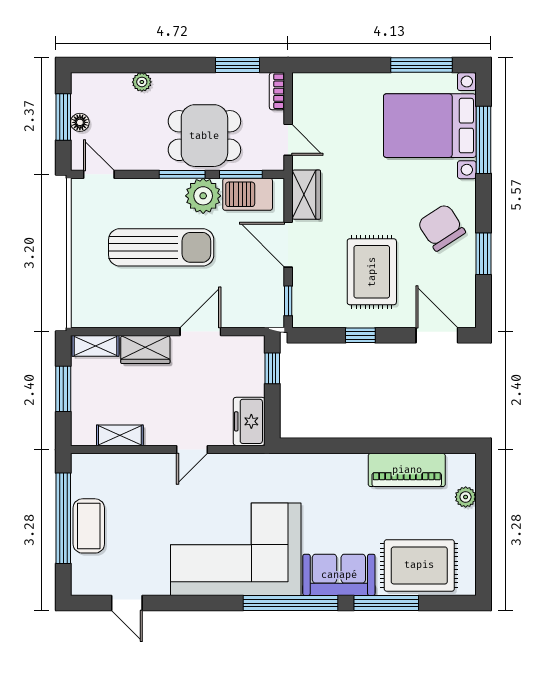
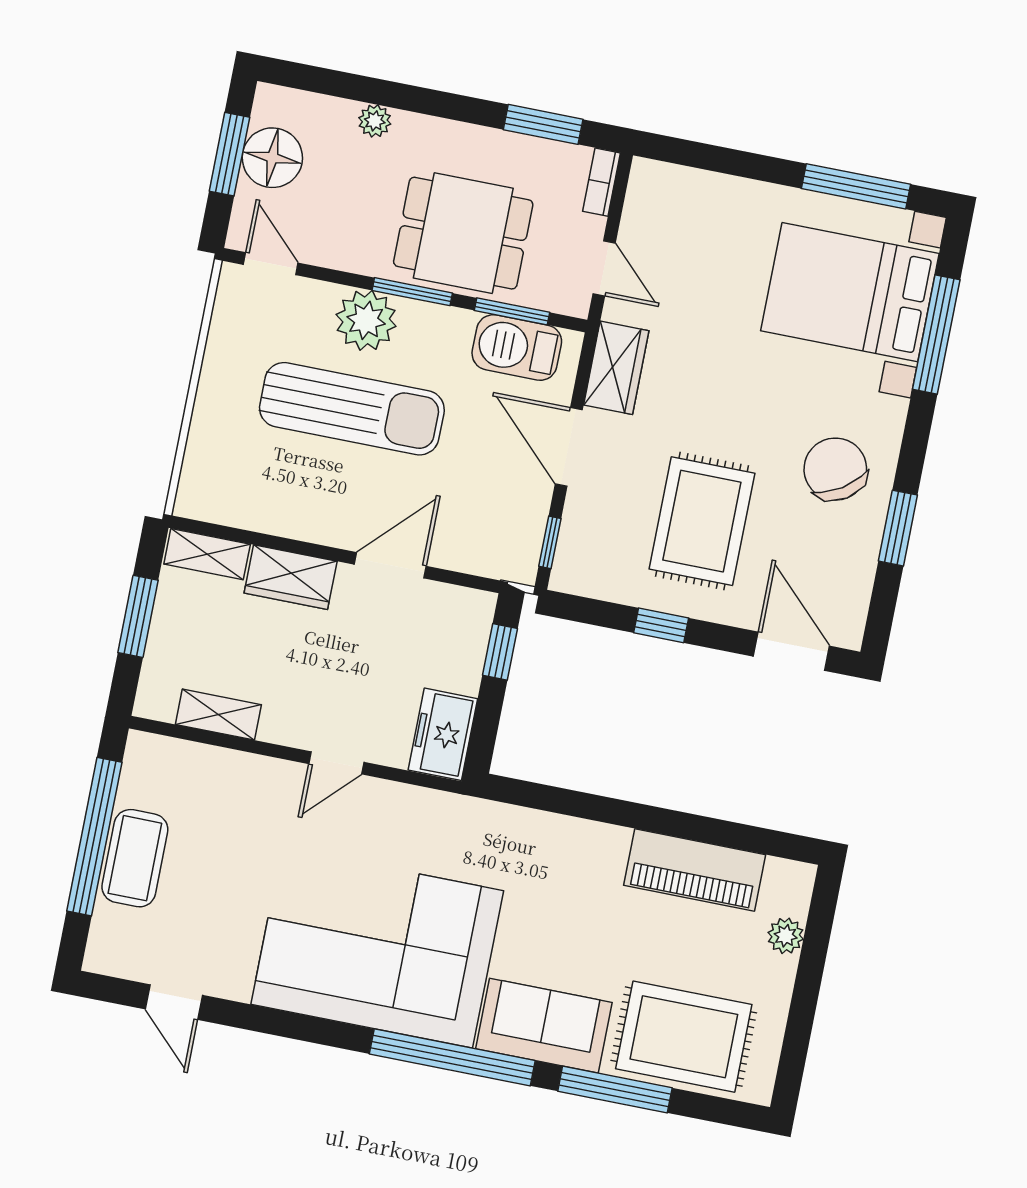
floor lamp: (80, 122) -> (272, 158), width x1.89, depth x1.89
plant: (203, 196) -> (366, 320), moved

